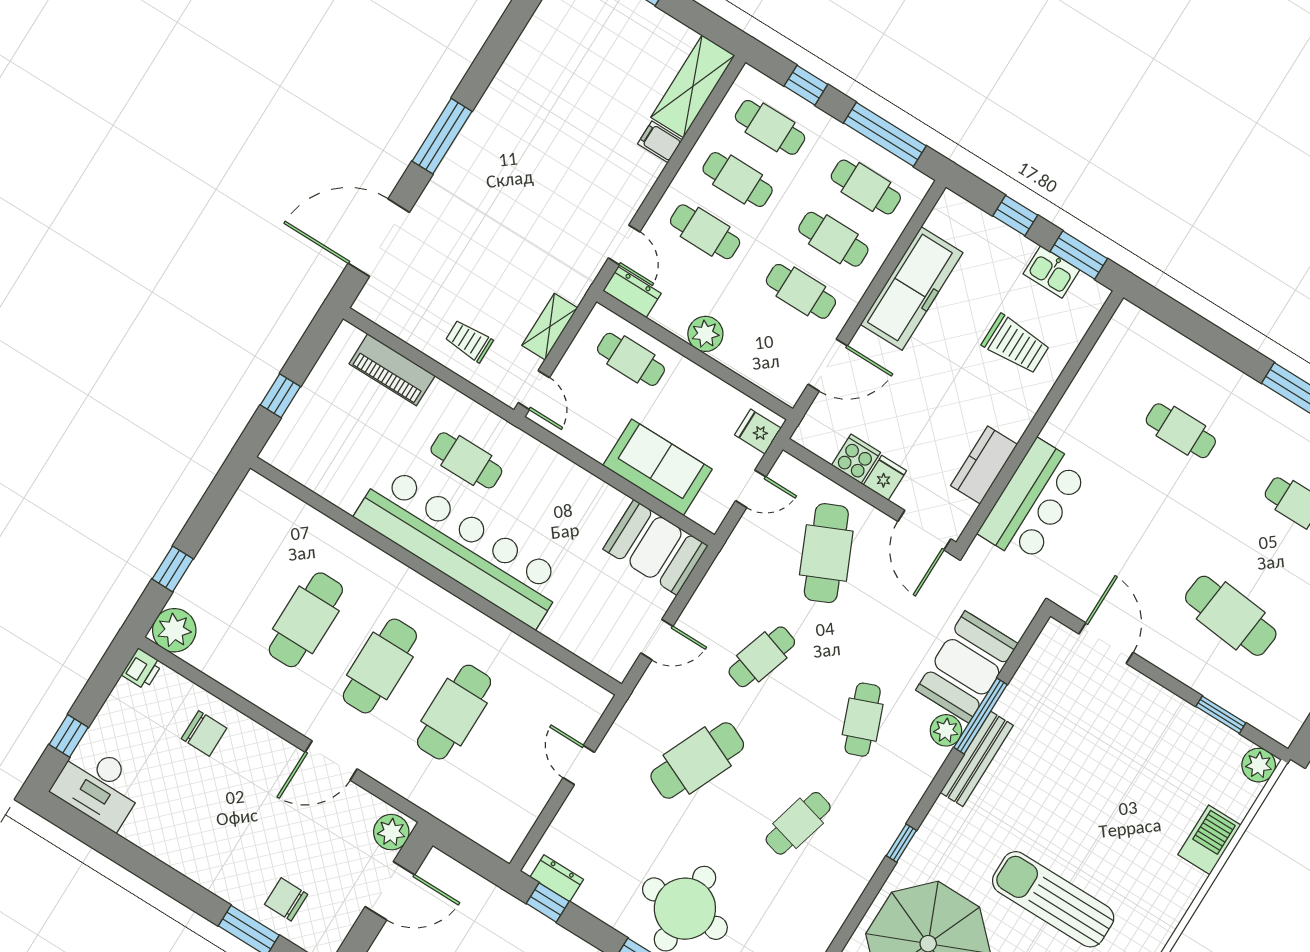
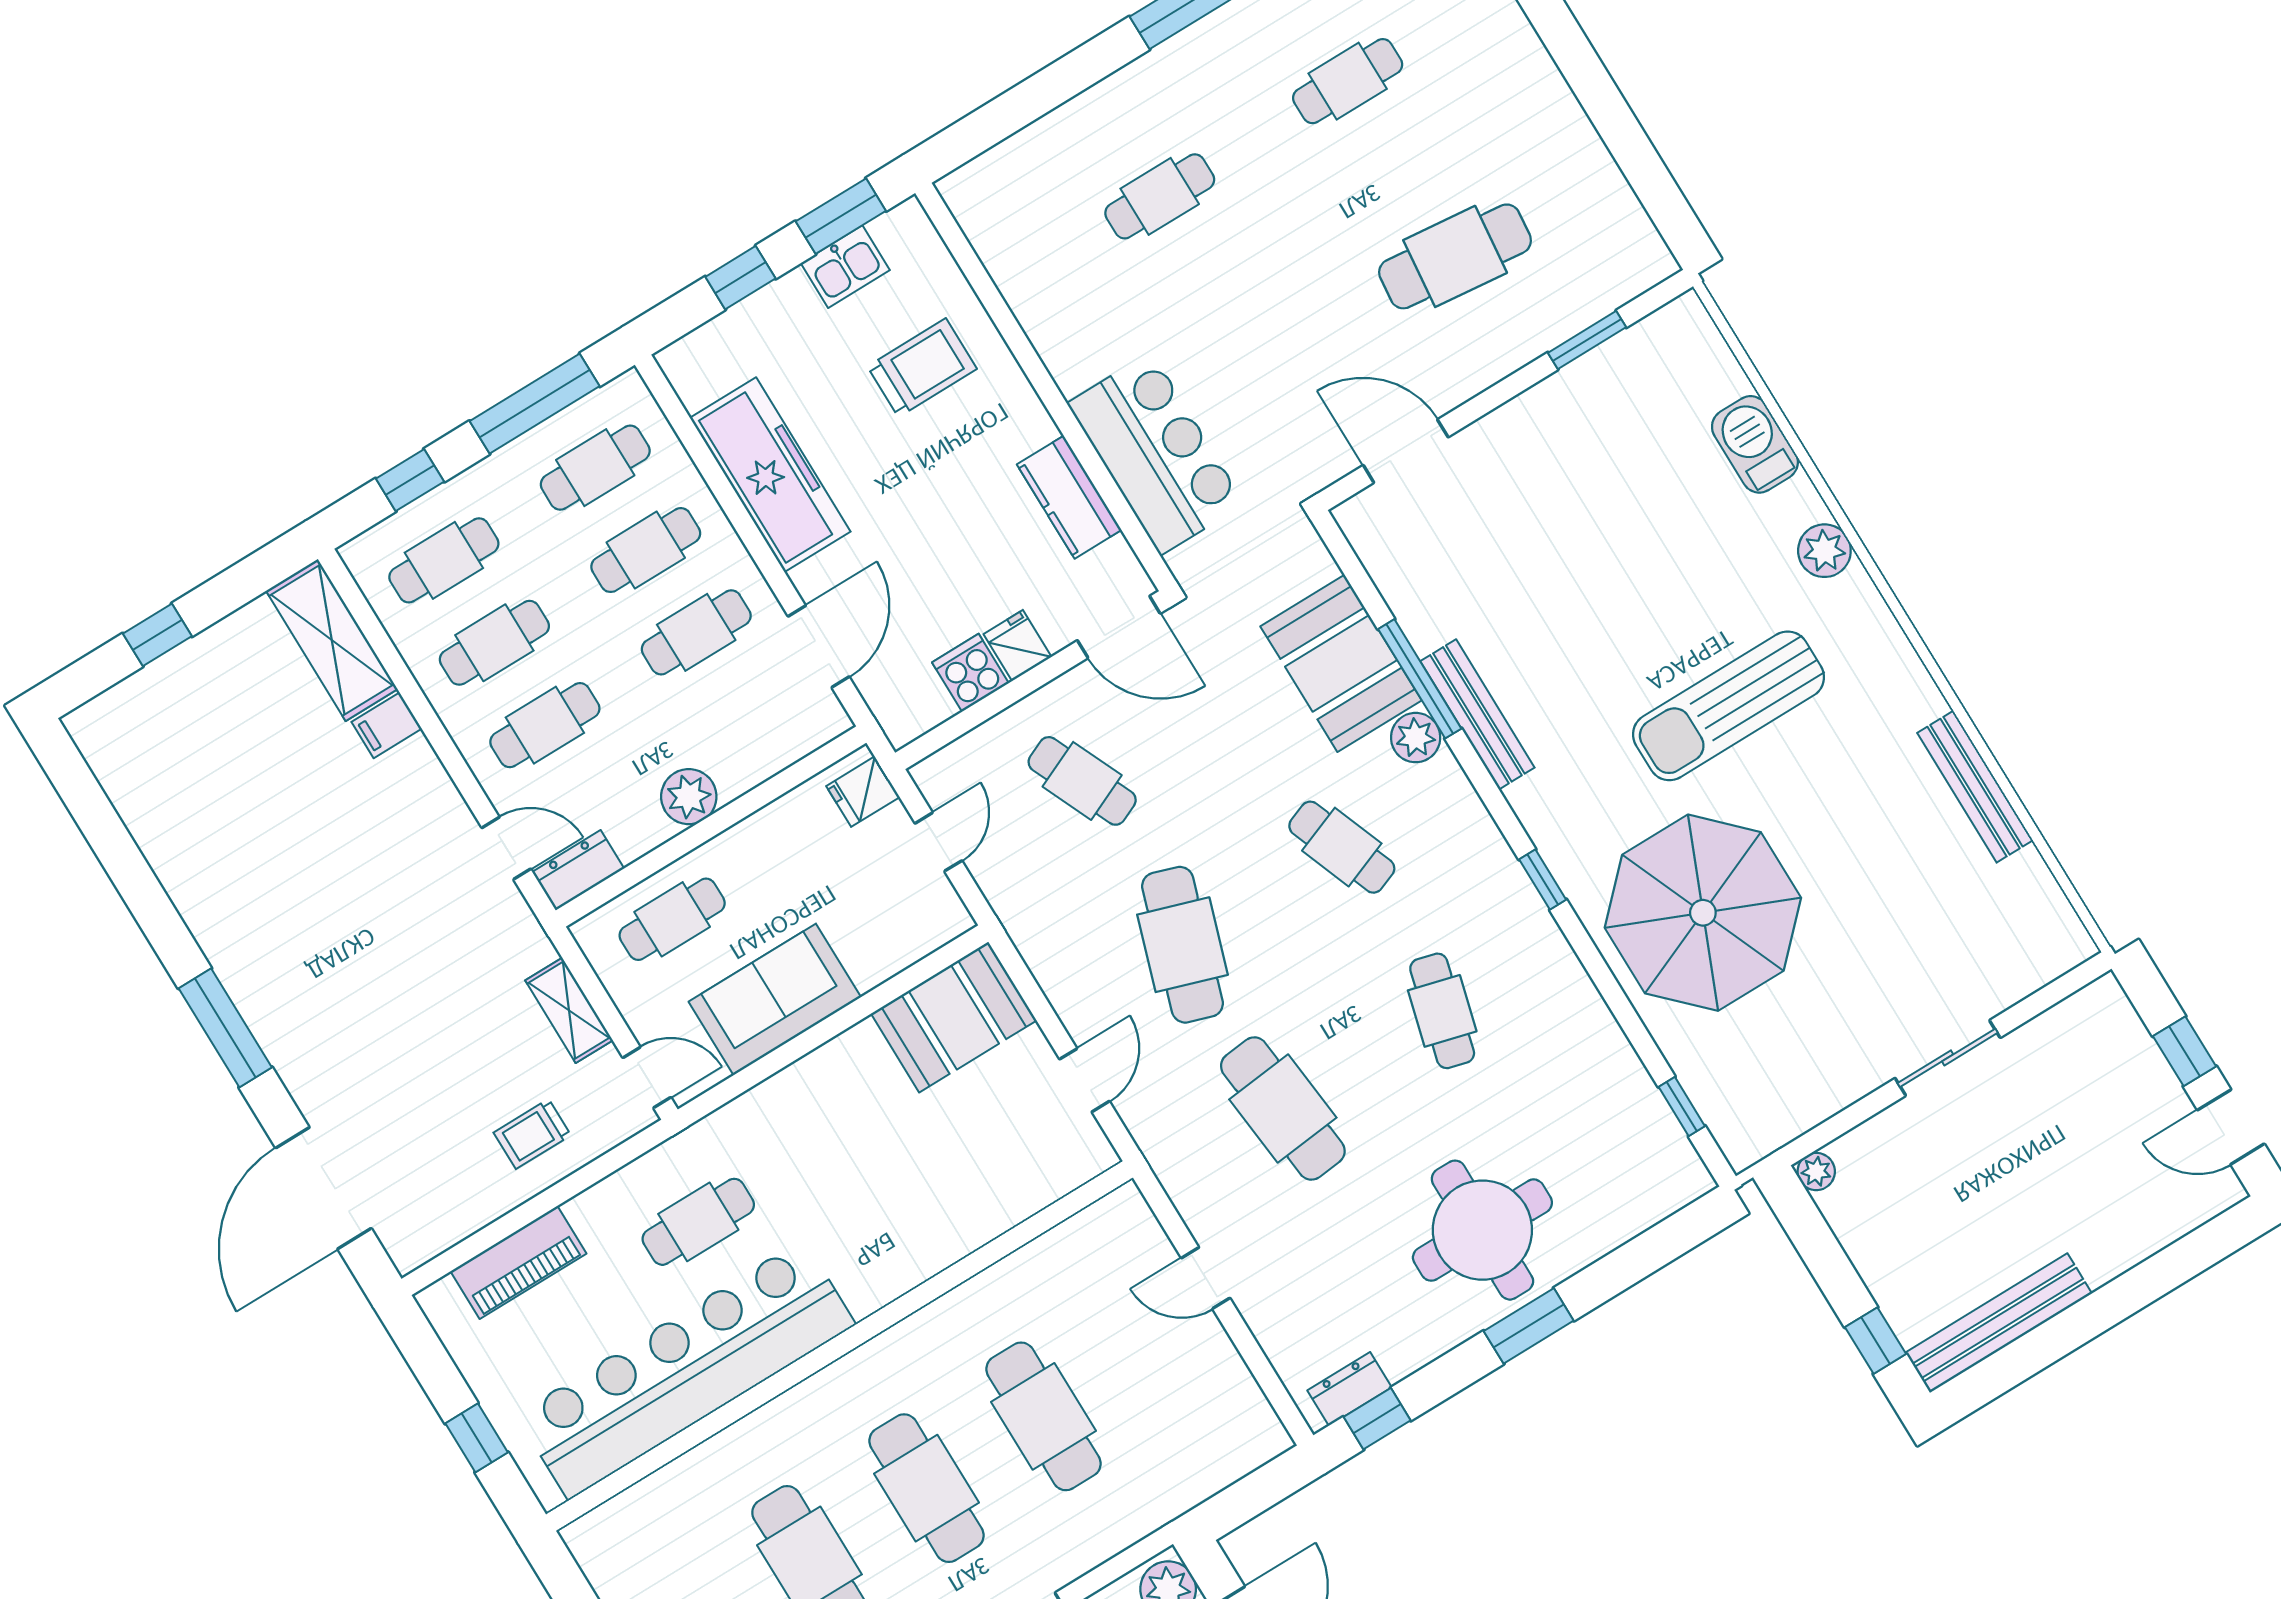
sofa: (657, 467) -> (775, 999), moved
bar counter: (461, 547) -> (686, 1370), moved
cafe table: (826, 553) -> (1082, 781), width x0.73, depth x0.74
cafe table: (762, 657) -> (1182, 945), width x1.37, depth x1.35
cafe table: (697, 761) -> (1283, 1109), turned -30
plant: (1259, 765) -> (1824, 551), moved

